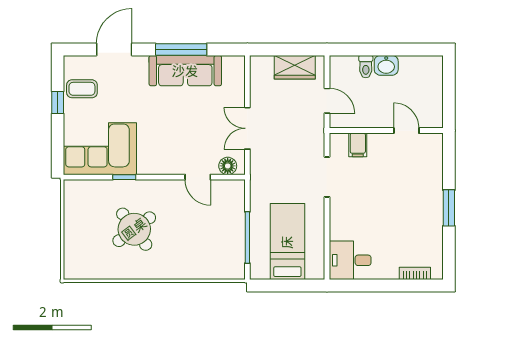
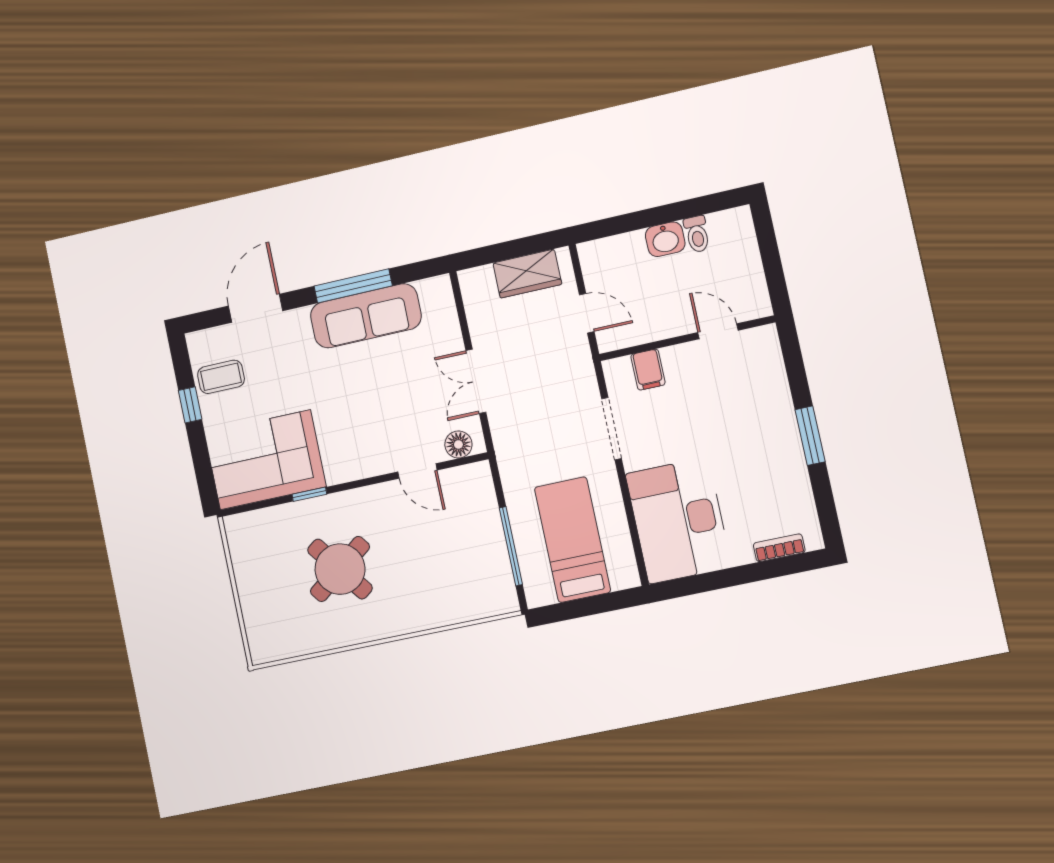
toilet: (366, 67) -> (697, 234), moved
desk: (350, 260) -> (679, 520), width x1.87, depth x1.30

